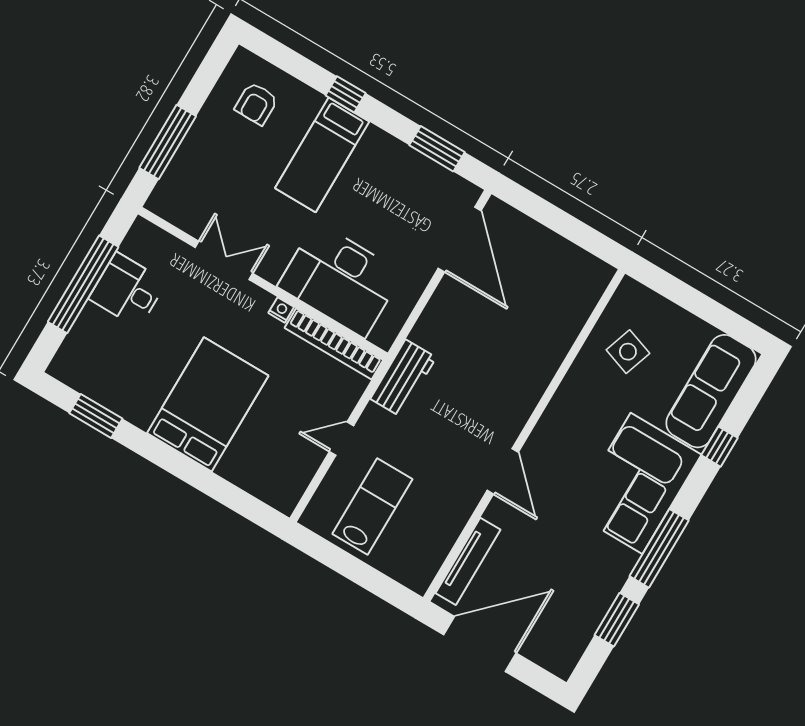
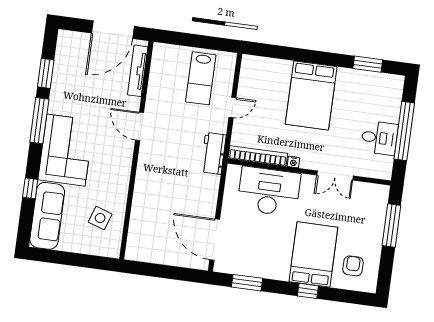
bed: (322, 155) -> (313, 254), width x1.50

